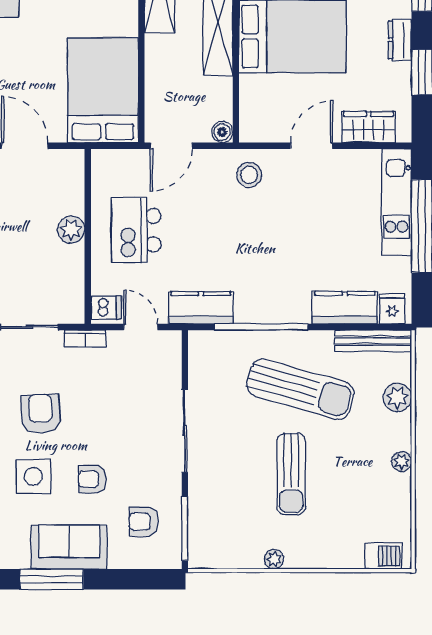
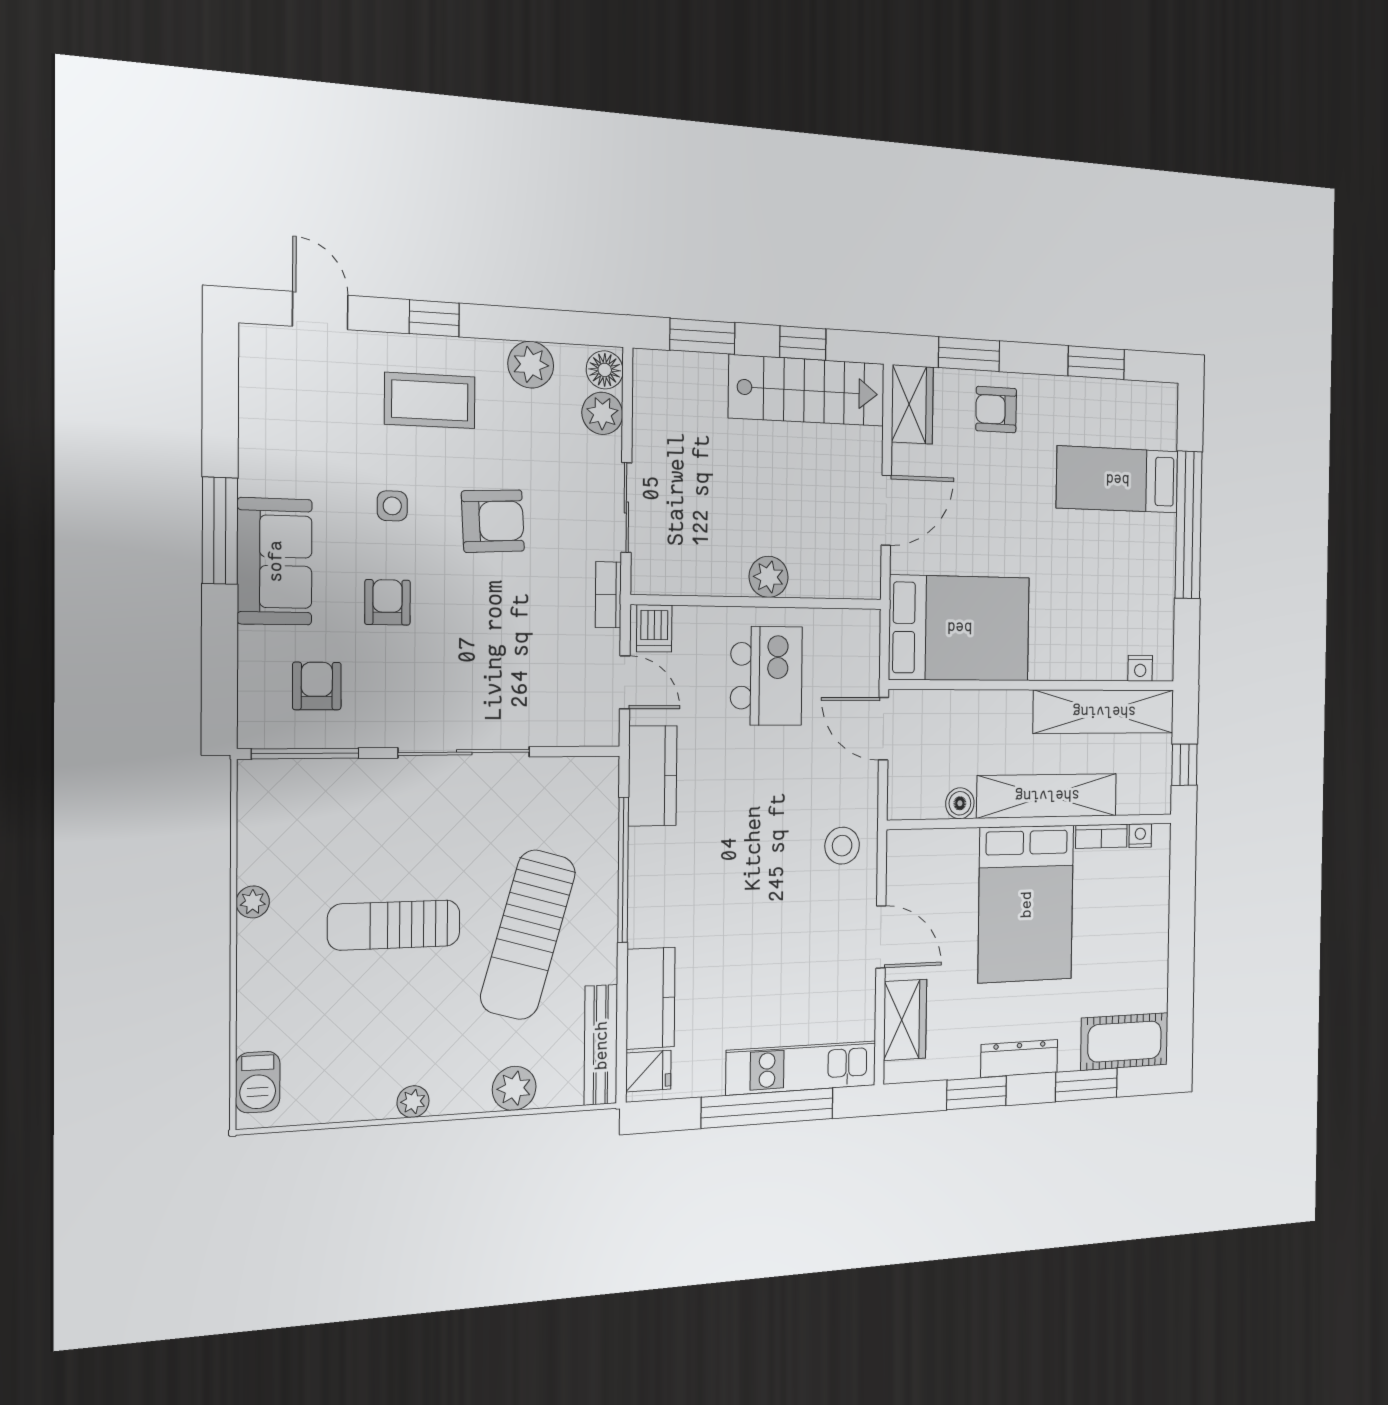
dresser: (400, 40) -> (1019, 1058), width x1.44
boiler: (222, 132) -> (960, 803), moved
kitchen island: (136, 230) -> (766, 676), turned 90
door: (141, 327) -> (625, 682), hinge flipped
side table: (33, 477) -> (392, 506), width x0.54, depth x0.54

